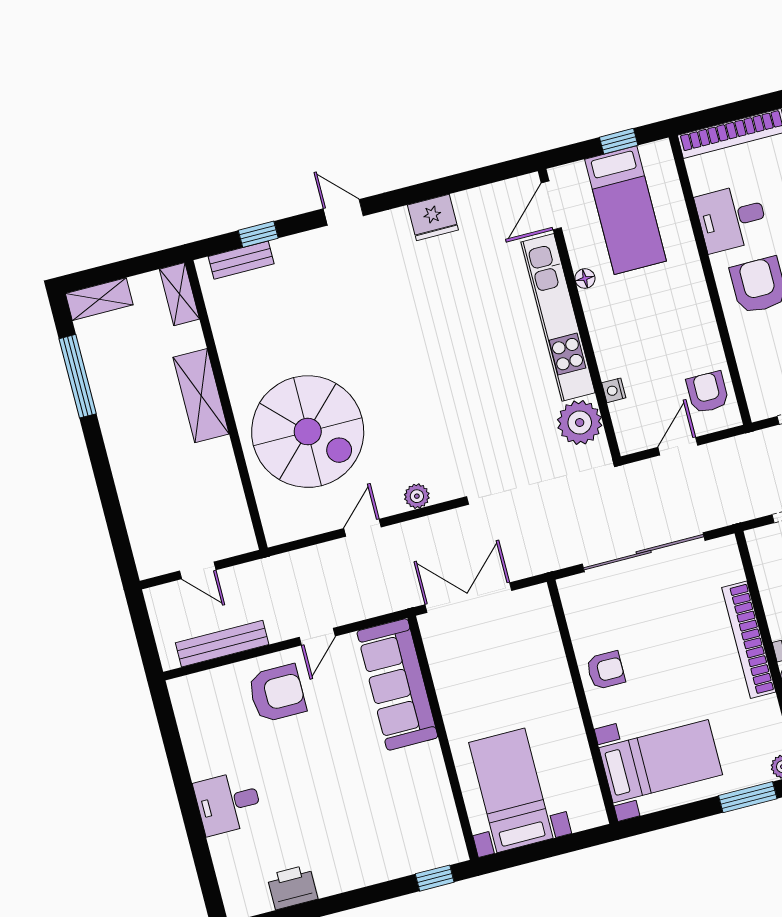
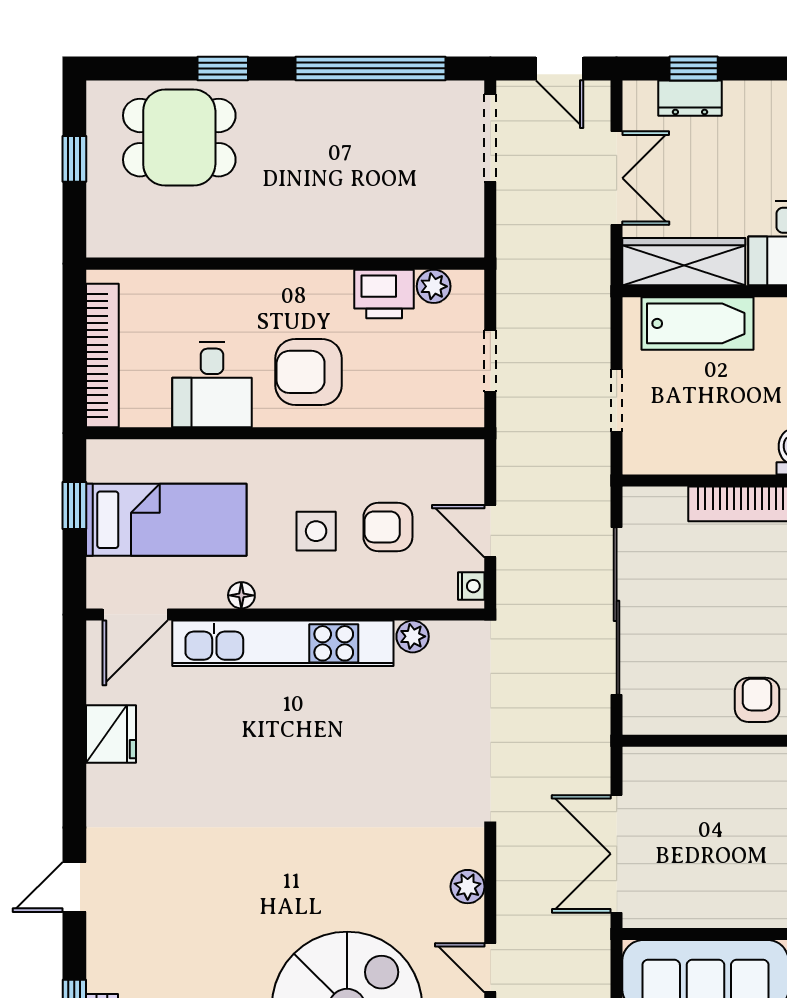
door: (551, 205) -> (135, 615), hinge flipped
fridge: (433, 217) -> (111, 734), moved
side table: (645, 320) -> (316, 531), added
nightstand: (614, 390) -> (471, 586), moved, turned -90
armchair: (708, 392) -> (388, 527), moved
plant: (580, 423) -> (413, 636), width x0.53, depth x0.53

